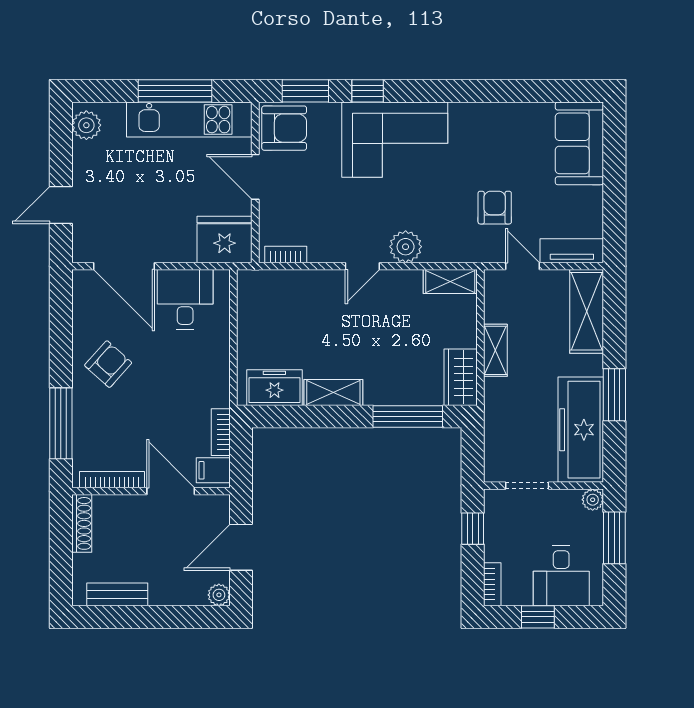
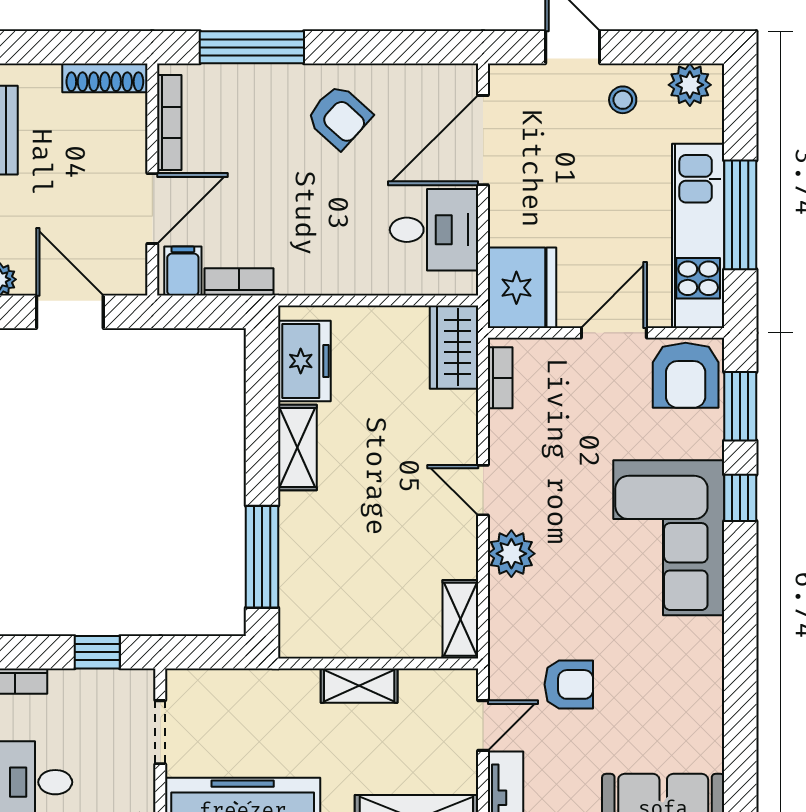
stool: (97, 171) -> (623, 100), added
wardrobe: (461, 377) -> (454, 347), moved, turned -90

